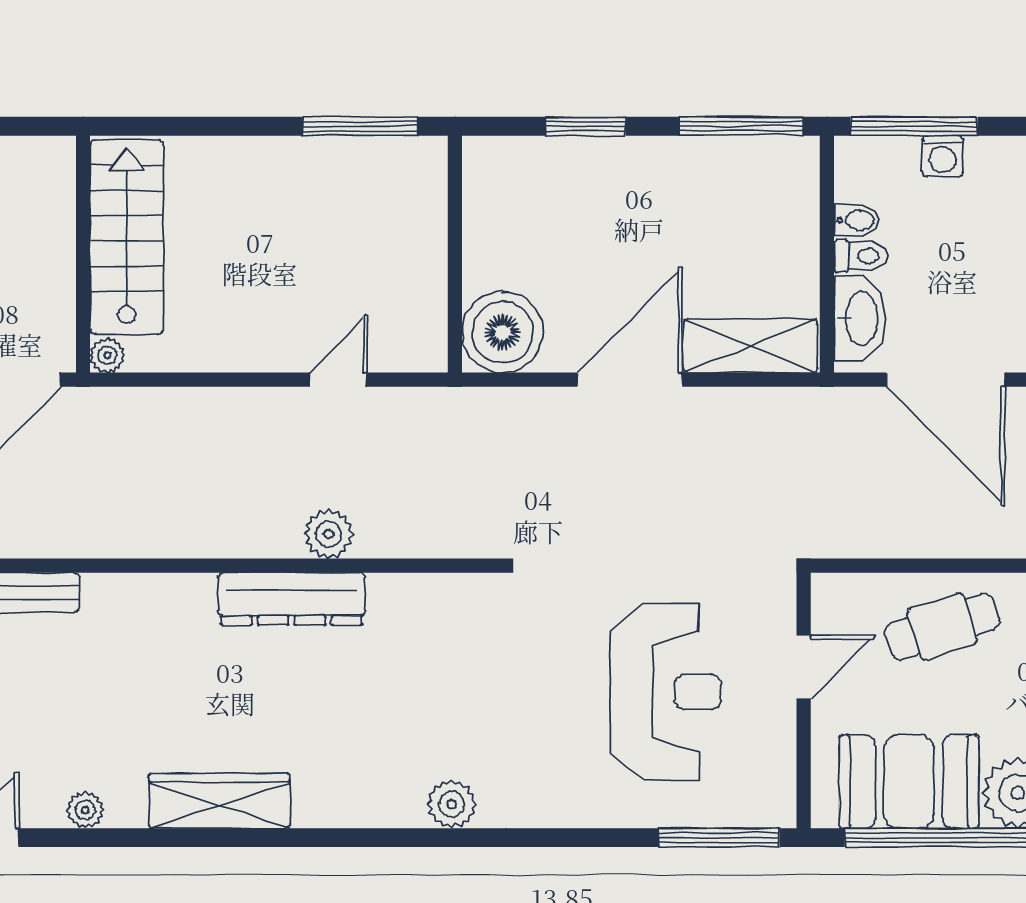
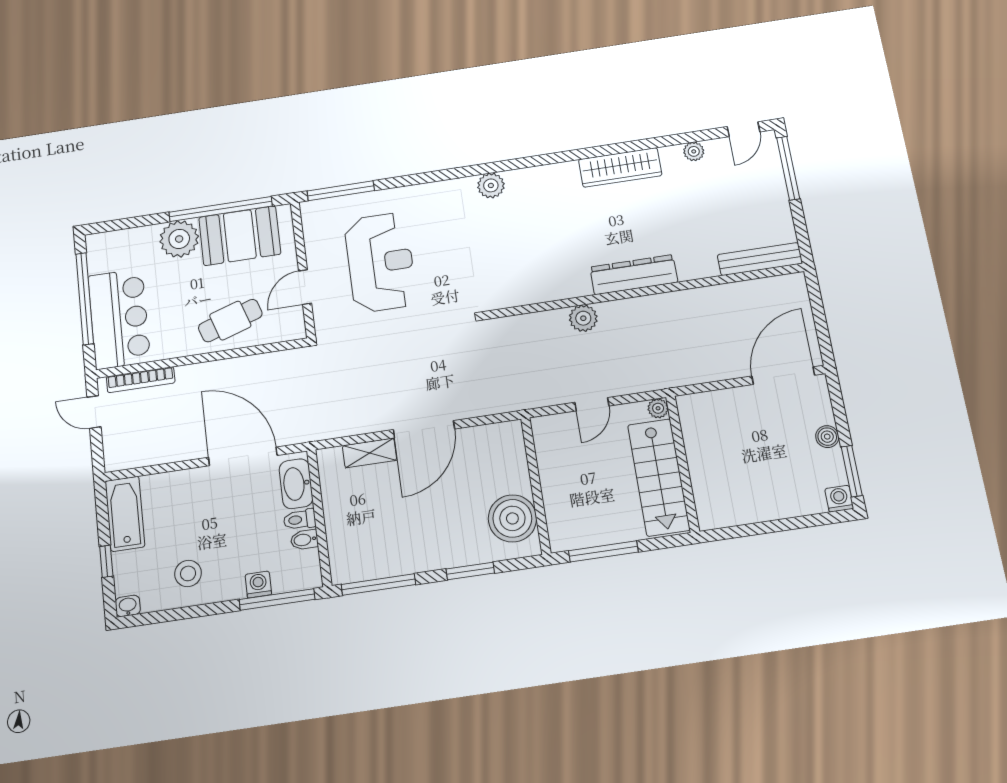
stairs: (127, 237) -> (659, 477), moved
wall: (83, 254) -> (683, 464), moved
boiler: (502, 332) -> (512, 518), moved
shelving: (750, 346) -> (369, 453), width x0.67, depth x0.75
plant: (107, 355) -> (658, 408), moved
dresser: (291, 599) -> (634, 275), moved
reception desk: (666, 692) -> (380, 262), turned 180

